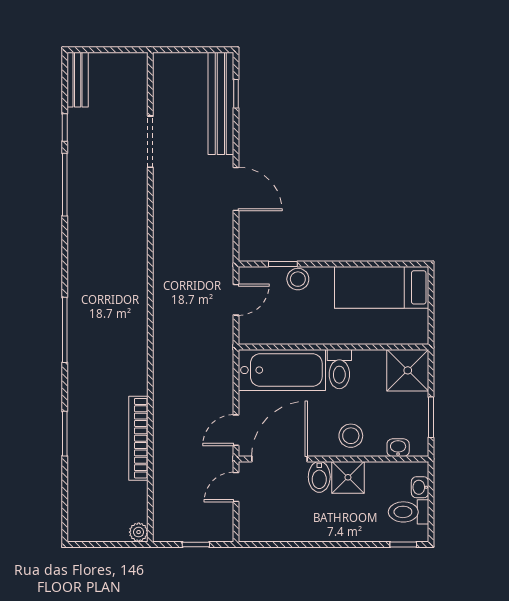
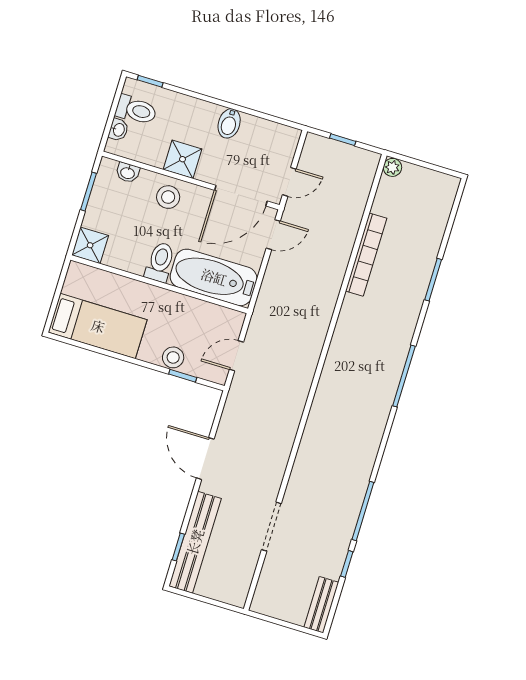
shower: (408, 370) -> (90, 245), width x0.73, depth x0.73
bidet: (319, 477) -> (229, 123), moved, turned 180

